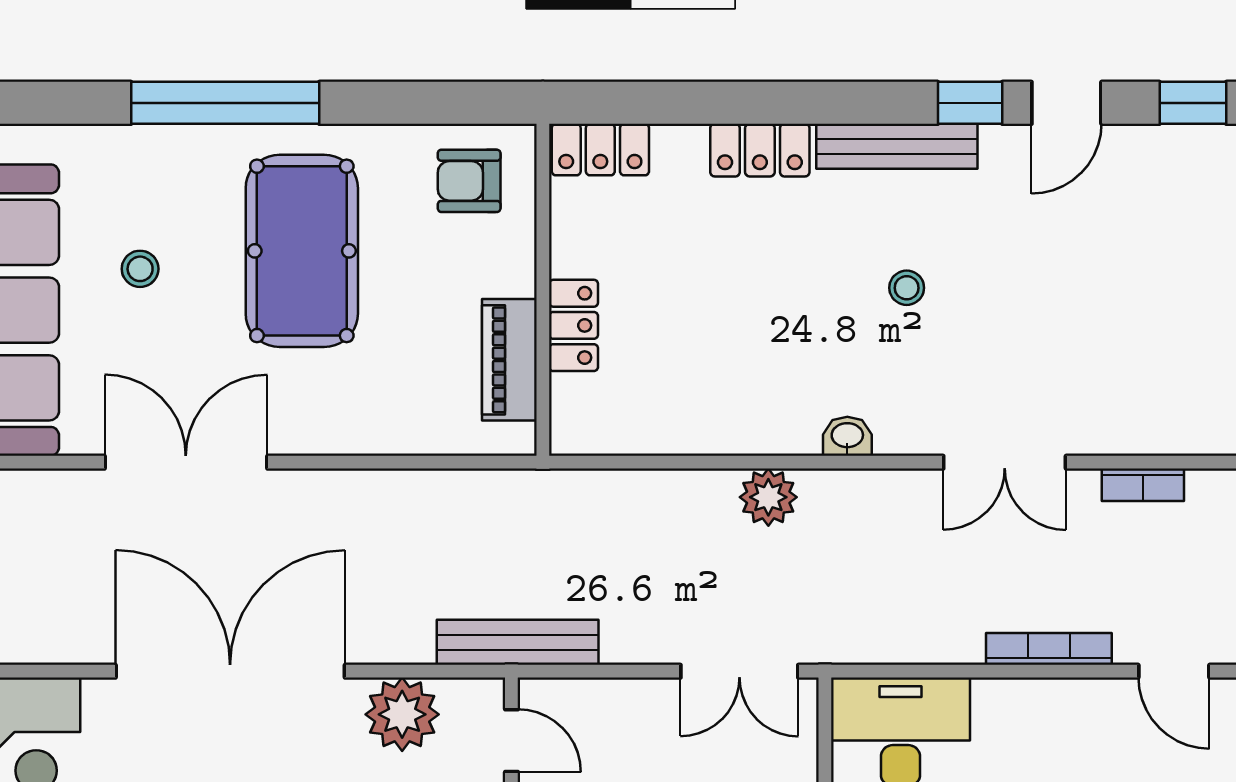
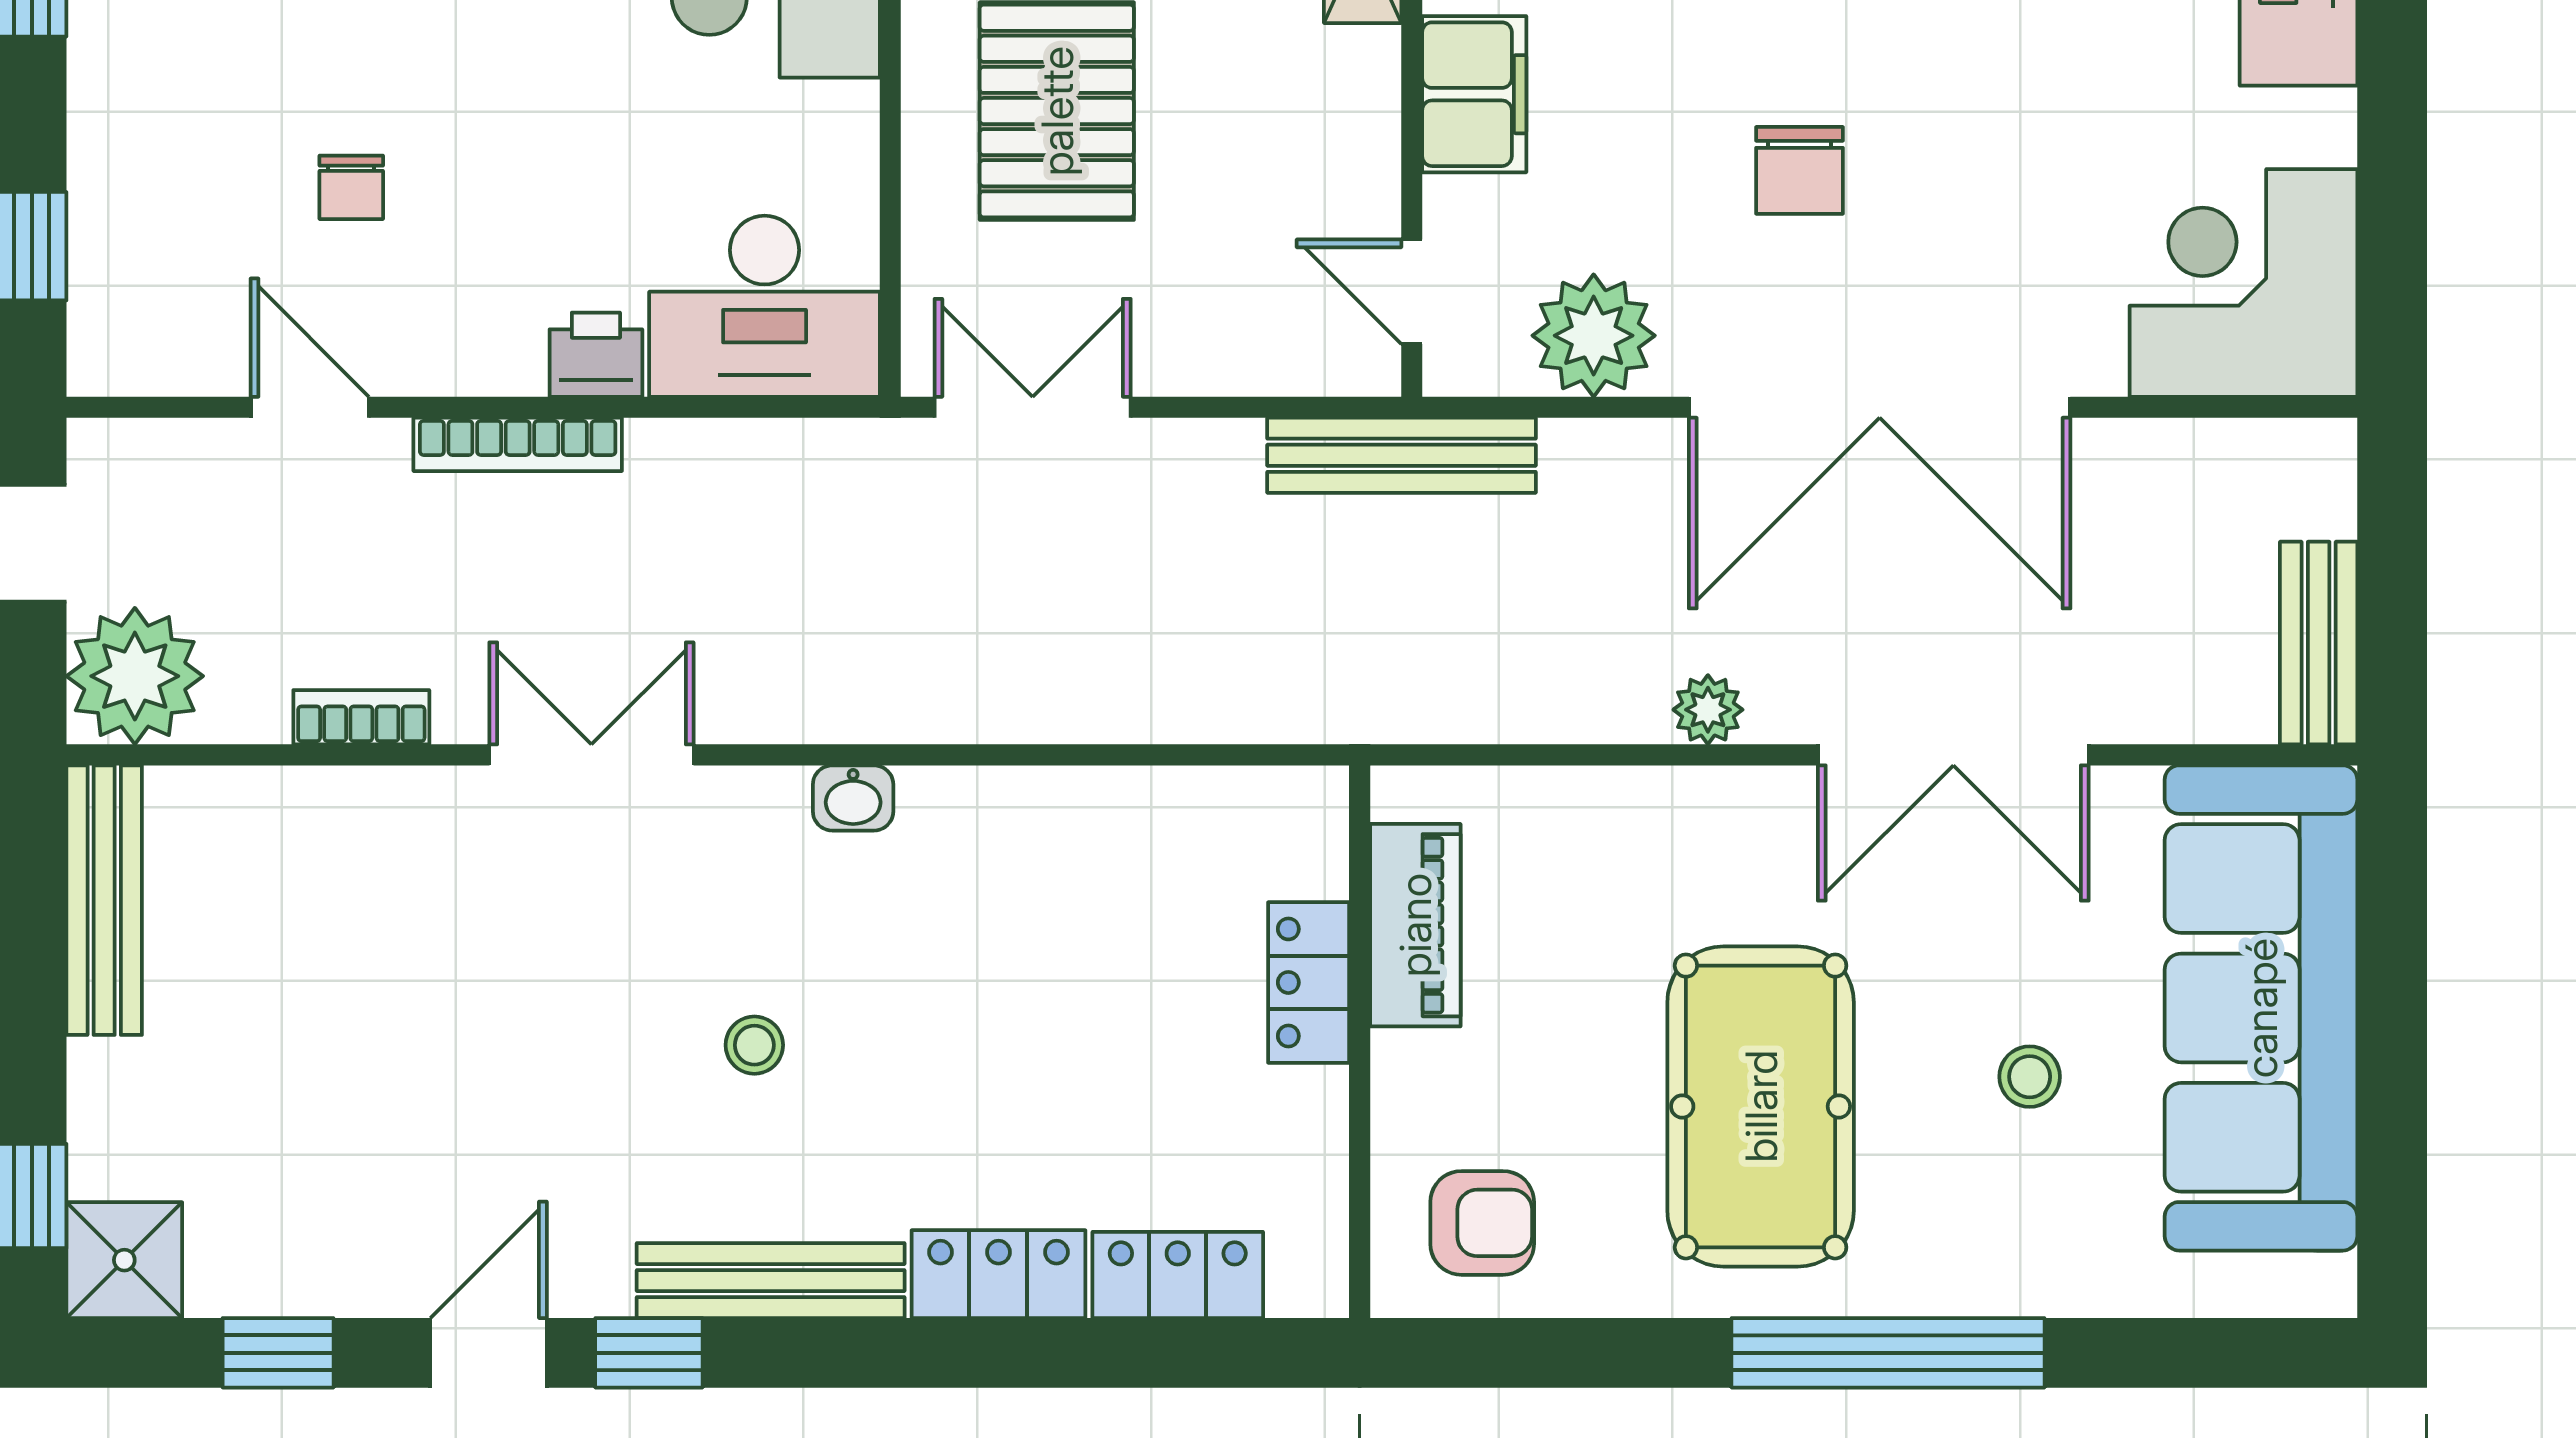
locker: (600, 150) -> (1178, 1275), moved
plant: (768, 497) -> (1708, 710), moved, width x0.73, depth x0.73
printer: (1002, 703) -> (596, 355), added

